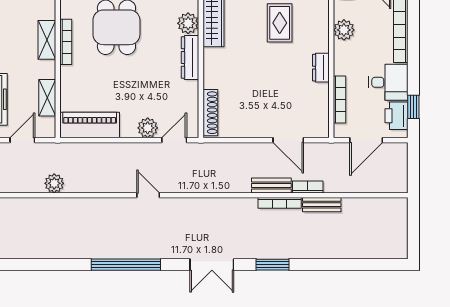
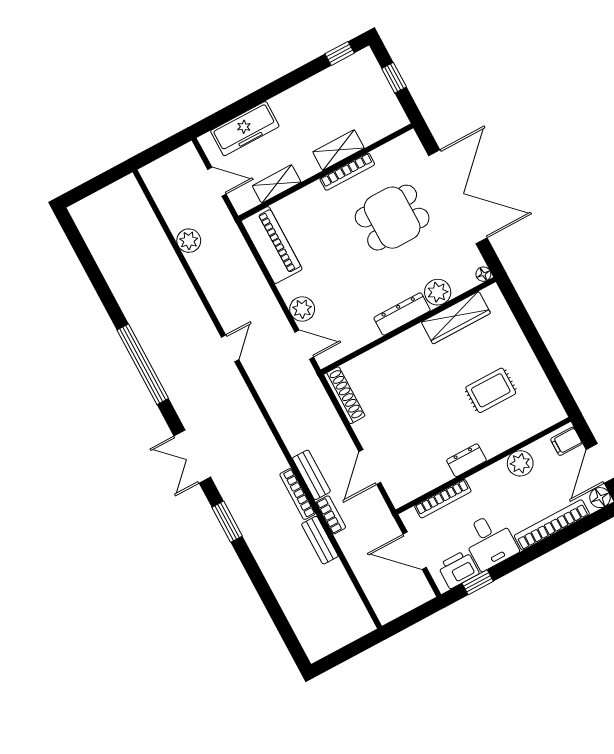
shoe rack: (210, 113) -> (344, 395), moved, turned -90

